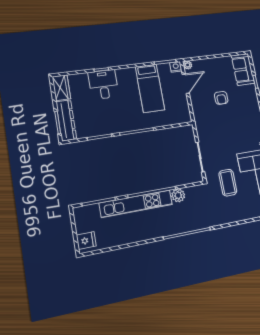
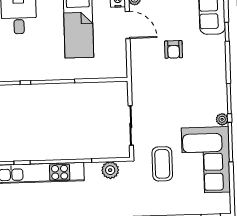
door: (186, 84) -> (128, 25), hinge flipped
plant: (178, 195) -> (110, 170), moved

